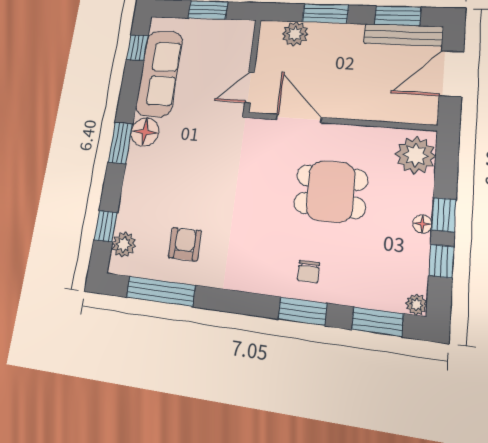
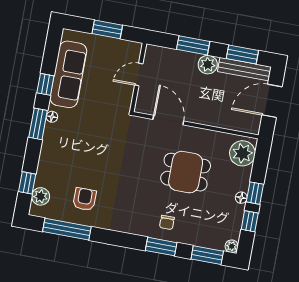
plant: (295, 34) -> (208, 65), moved
window: (137, 48) -> (45, 84), moved
door: (249, 87) -> (139, 74), moved
floor lamp: (145, 132) -> (52, 117), width x0.53, depth x0.53

